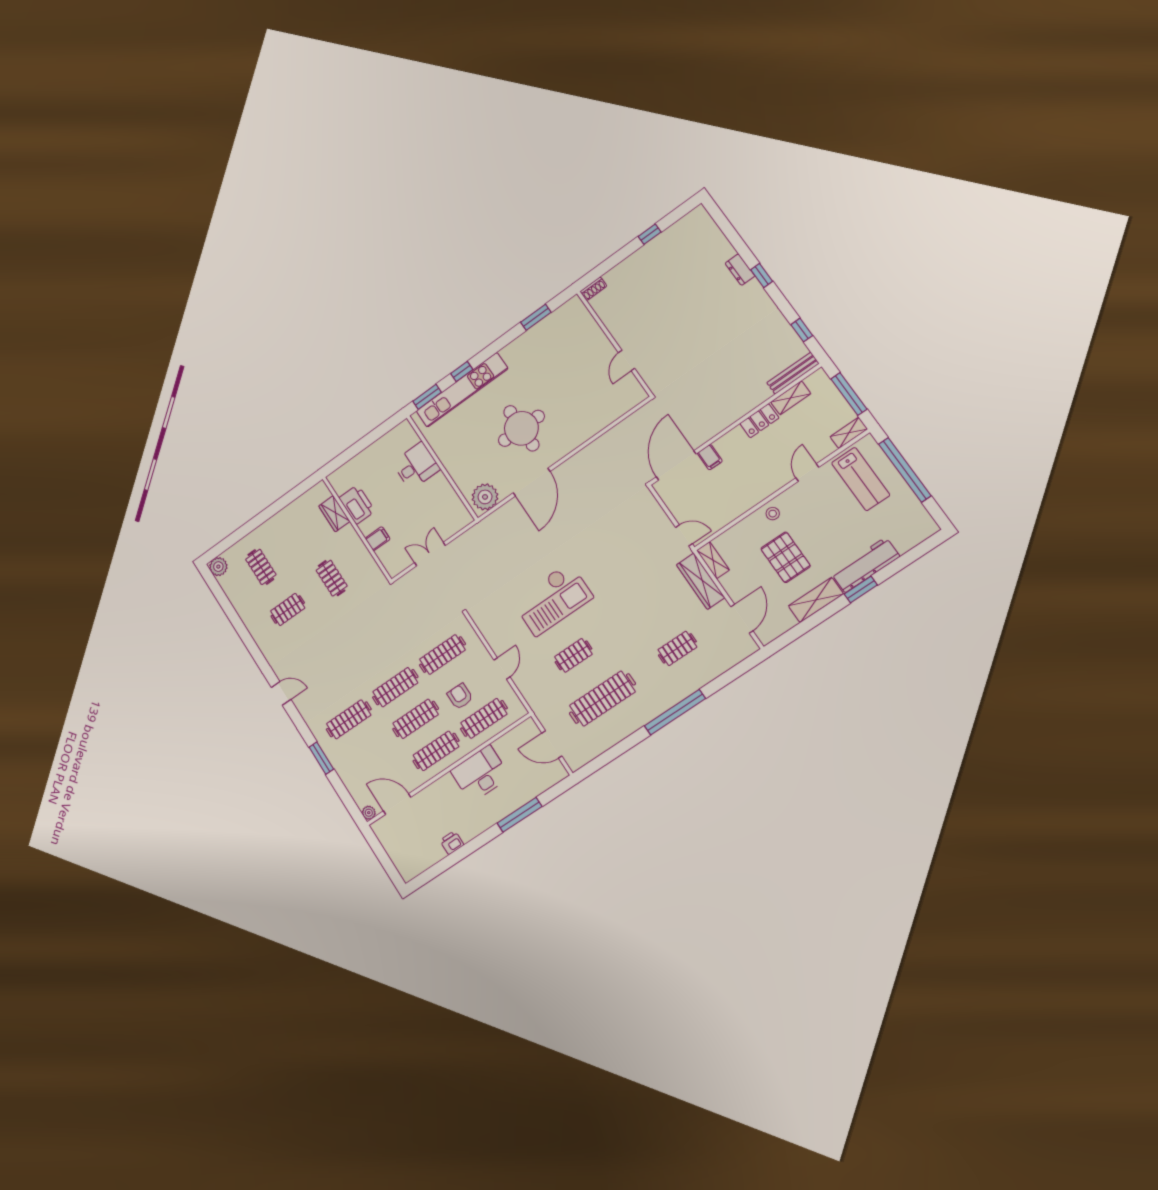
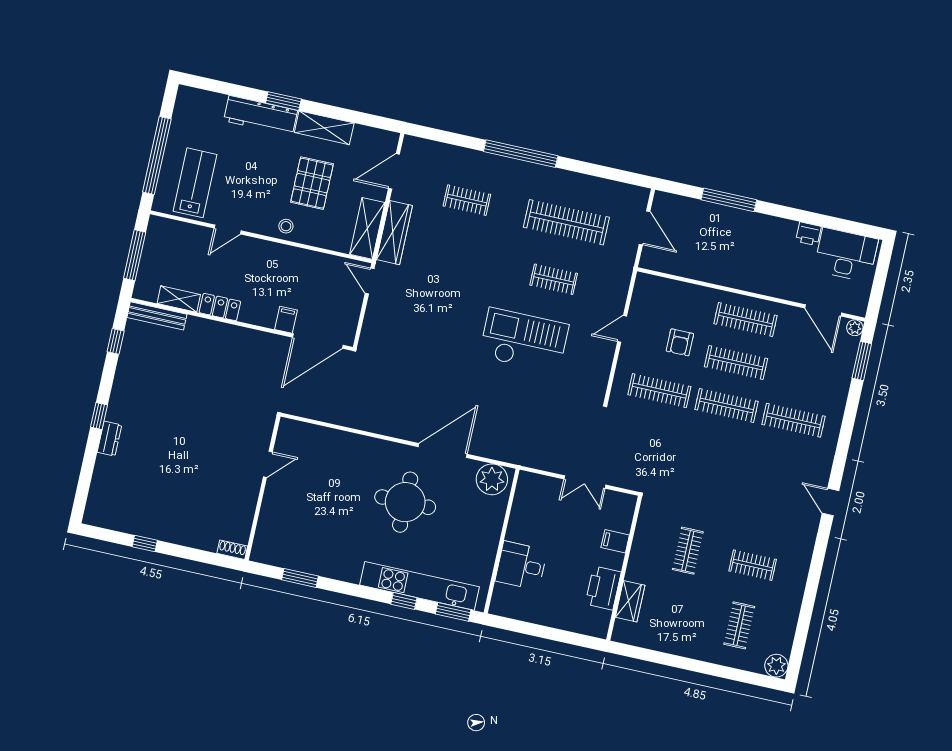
shelving: (849, 433) -> (166, 226), removed
shelving: (713, 560) -> (367, 228), width x1.50, depth x1.33
clothes rail: (484, 718) -> (678, 305), removed
window: (321, 758) -> (862, 361), moved
desk: (480, 774) -> (846, 255), moved, turned 180

